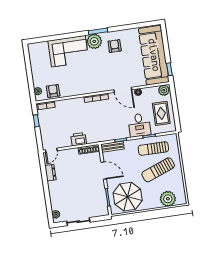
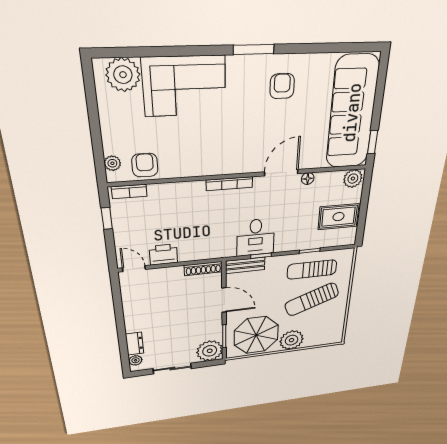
plant: (94, 41) -> (123, 75), moved
door: (123, 90) -> (281, 173), swing flipped
rug: (161, 113) -> (338, 217), turned 90
desk: (139, 125) -> (256, 237), moved
printer: (79, 139) -> (163, 255), moved
door: (51, 150) -> (134, 269), swing flipped
dresser: (50, 173) -> (135, 344), moved
plant: (168, 199) -> (292, 340), moved
plant: (100, 208) -> (210, 351), added

